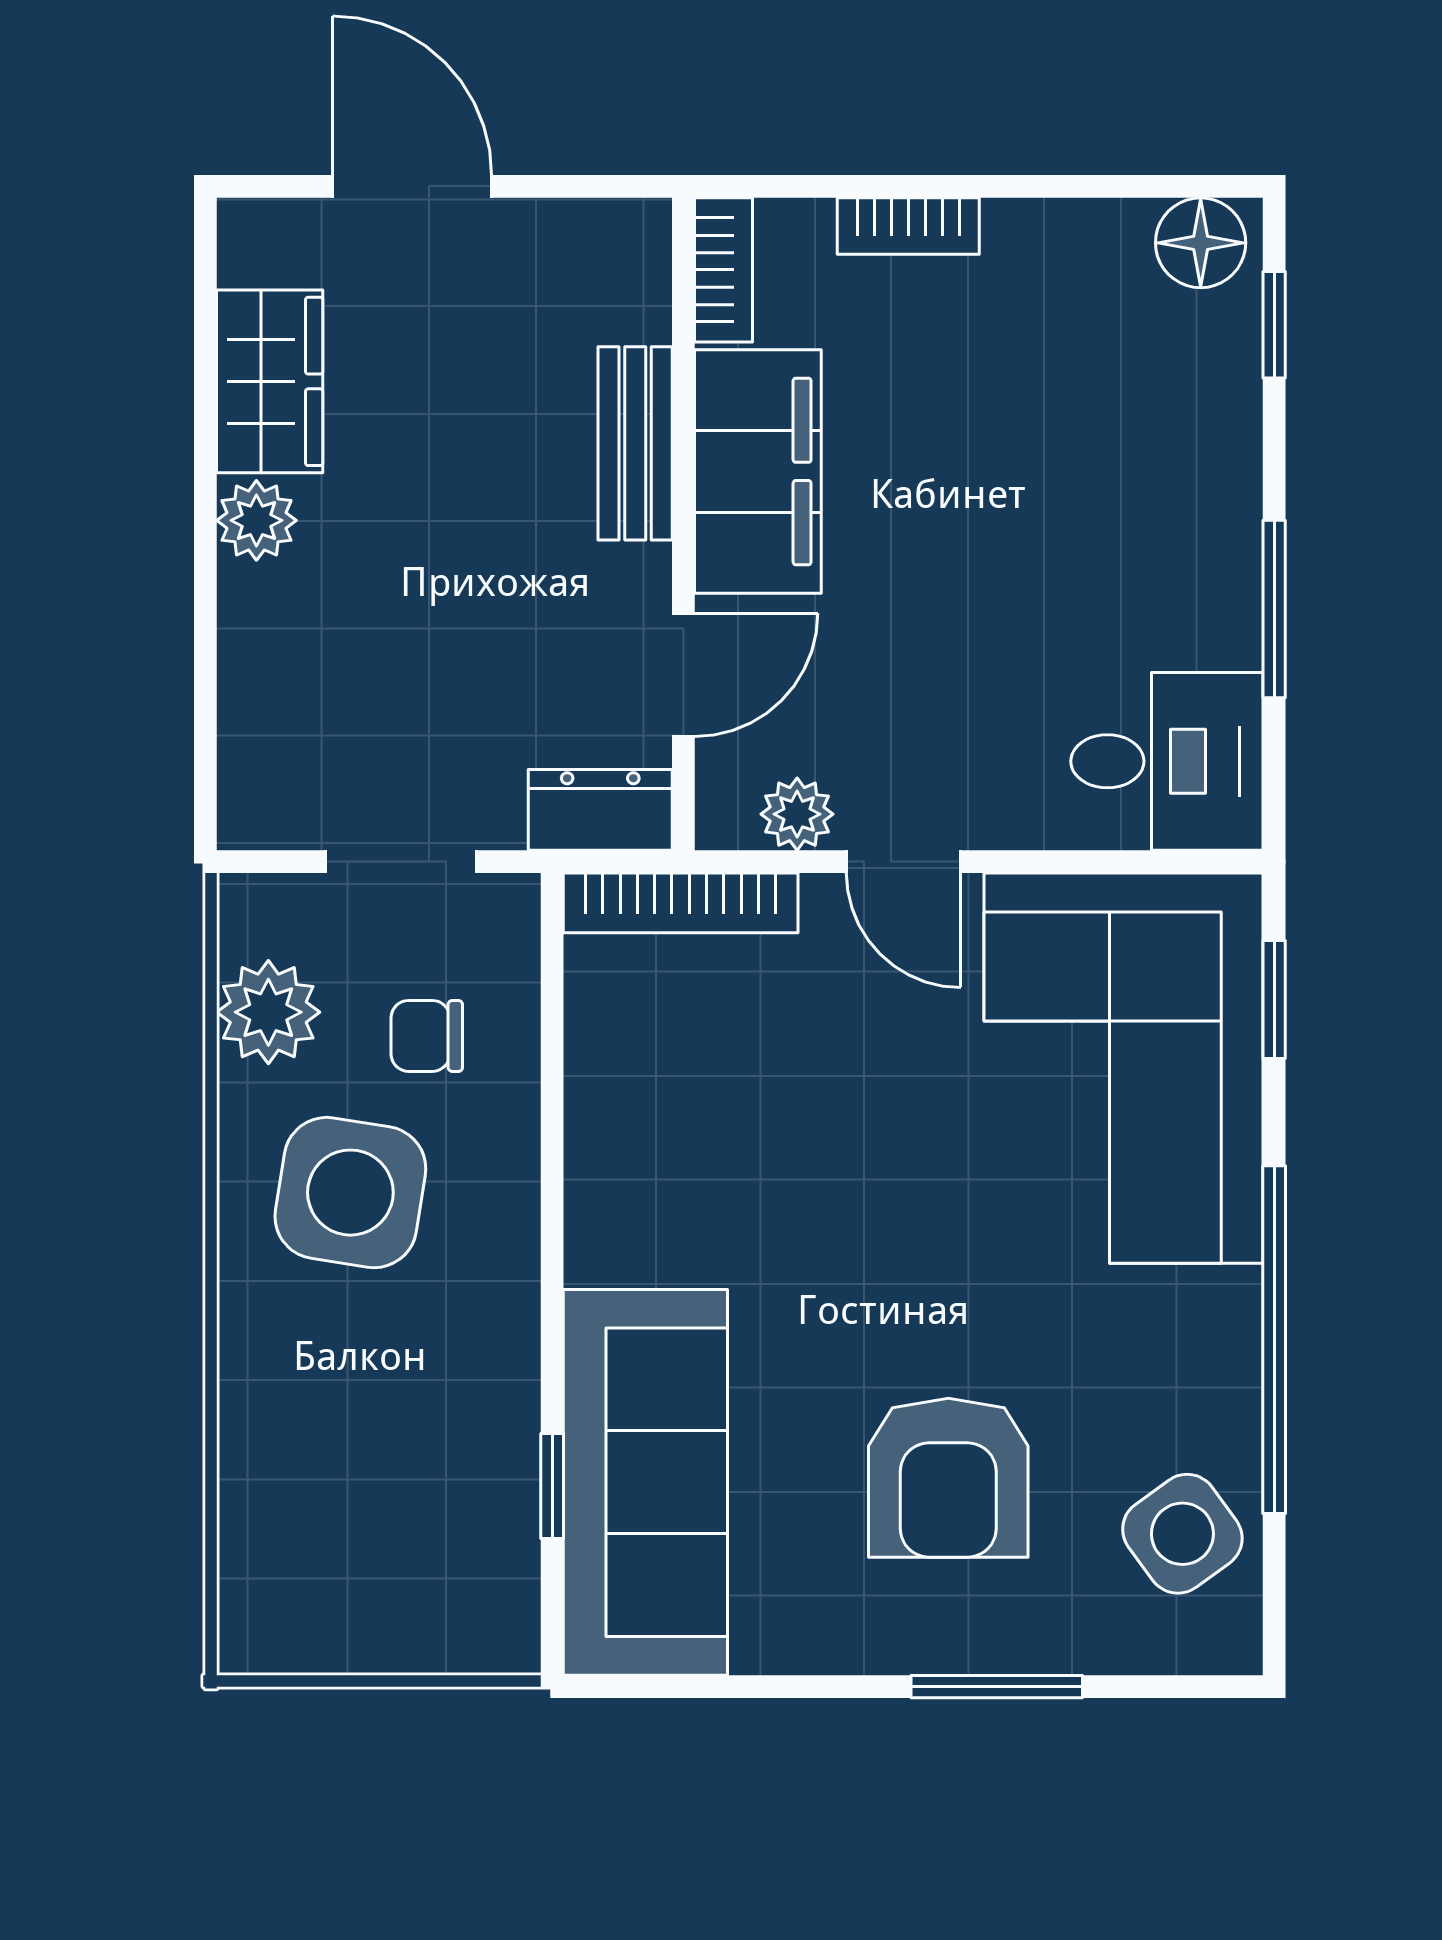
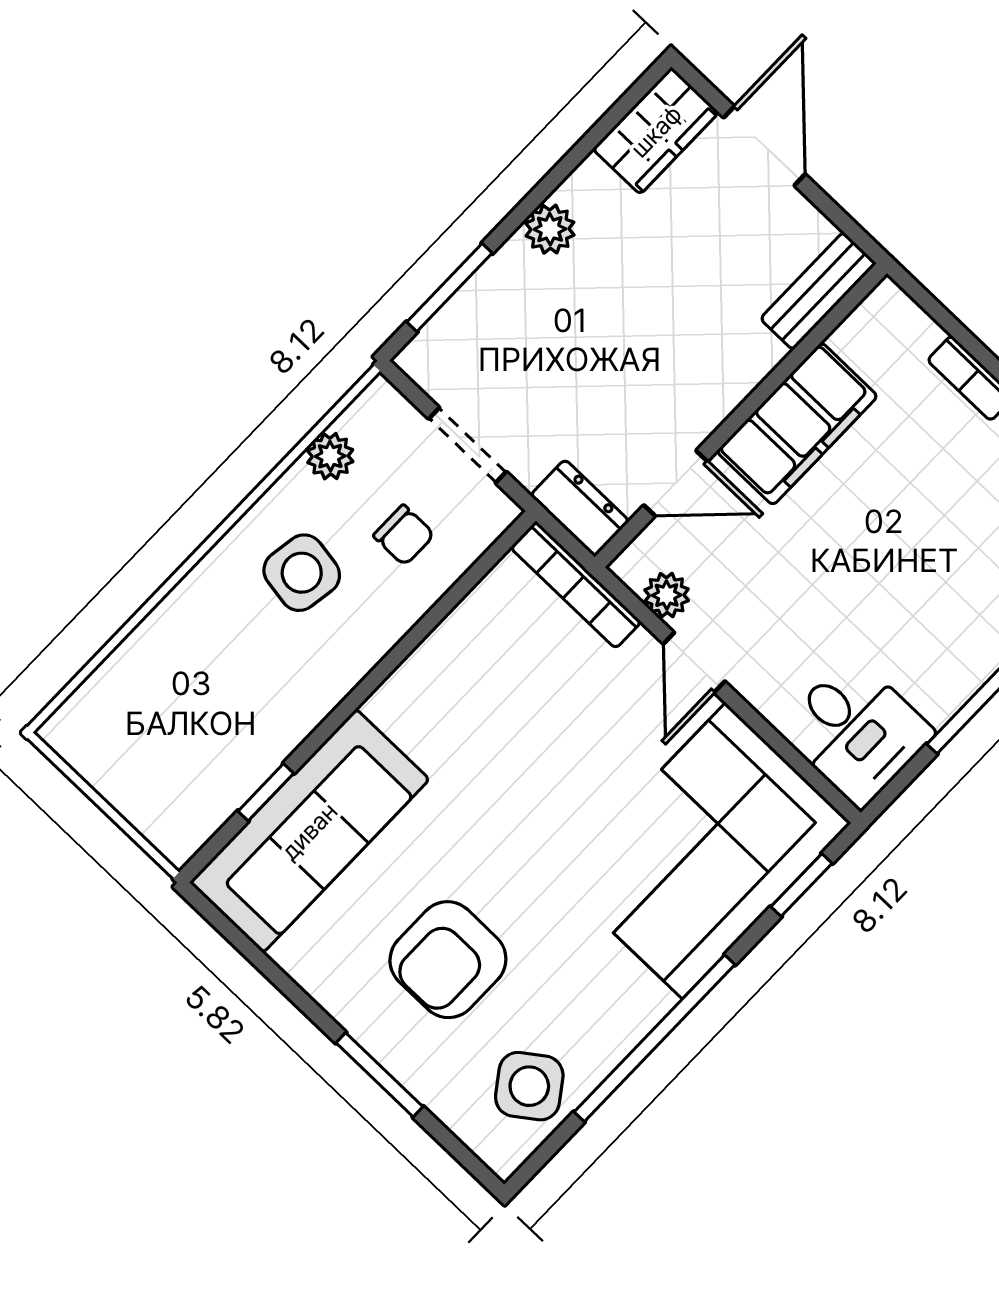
bookcase: (724, 270) -> (869, 318), removed
wardrobe: (270, 381) -> (656, 131), moved
bench: (635, 443) -> (818, 291), moved
window: (205, 699) -> (450, 288), added
plant: (268, 1012) -> (330, 456), width x0.73, depth x0.73
chair: (427, 1036) -> (404, 535), turned 180
side table: (350, 1193) -> (302, 573), width x0.73, depth x0.73

